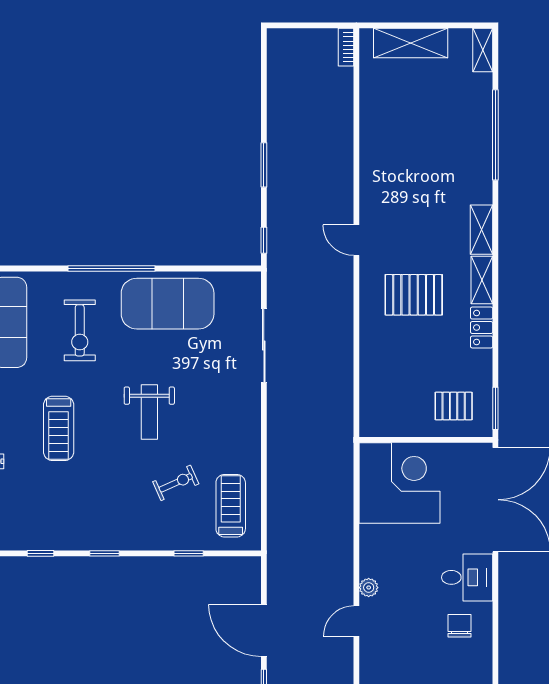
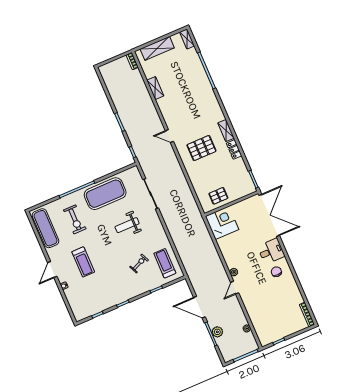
shelving: (481, 230) -> (155, 88), moved
pallet: (454, 406) -> (218, 196), moved
weight bench: (149, 412) -> (127, 225), moved, turned 90
corner desk: (400, 483) -> (222, 223), width x0.74, depth x0.74

